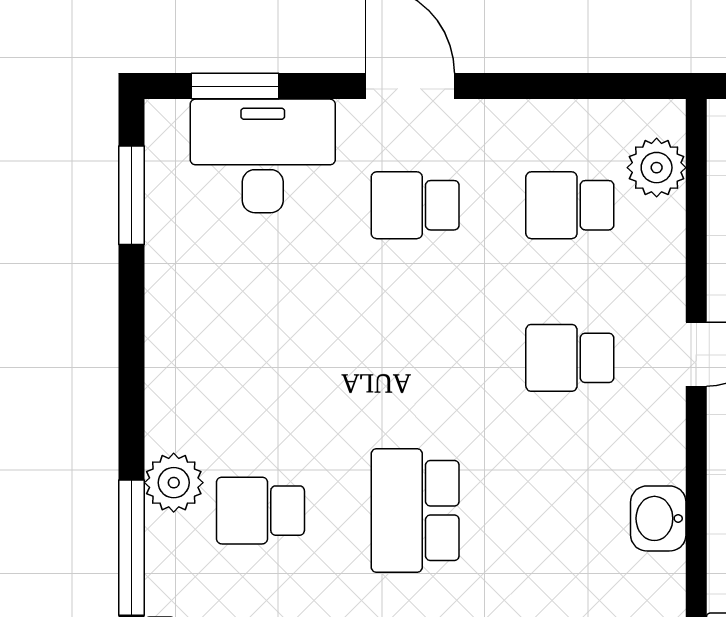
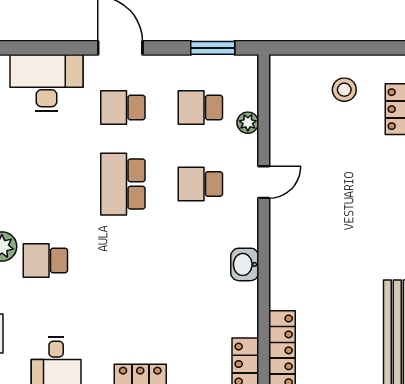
window: (235, 86) -> (213, 48), moved
plant: (657, 168) -> (248, 123), moved, width x0.73, depth x0.73
school desk: (415, 511) -> (123, 184), moved

